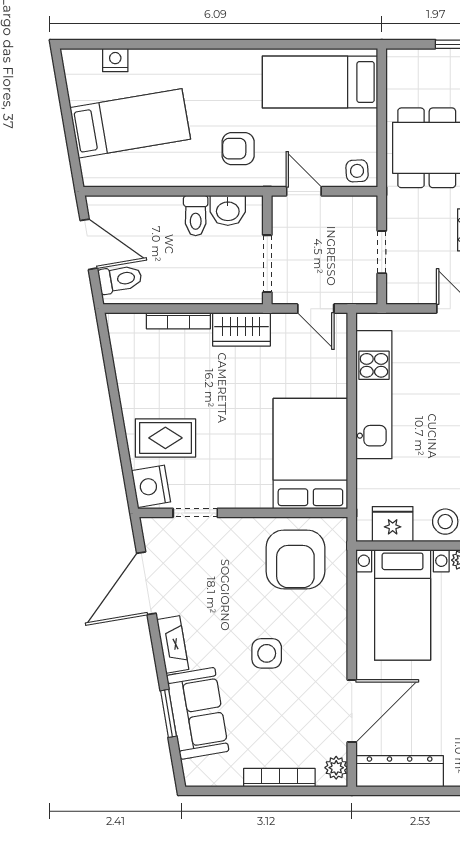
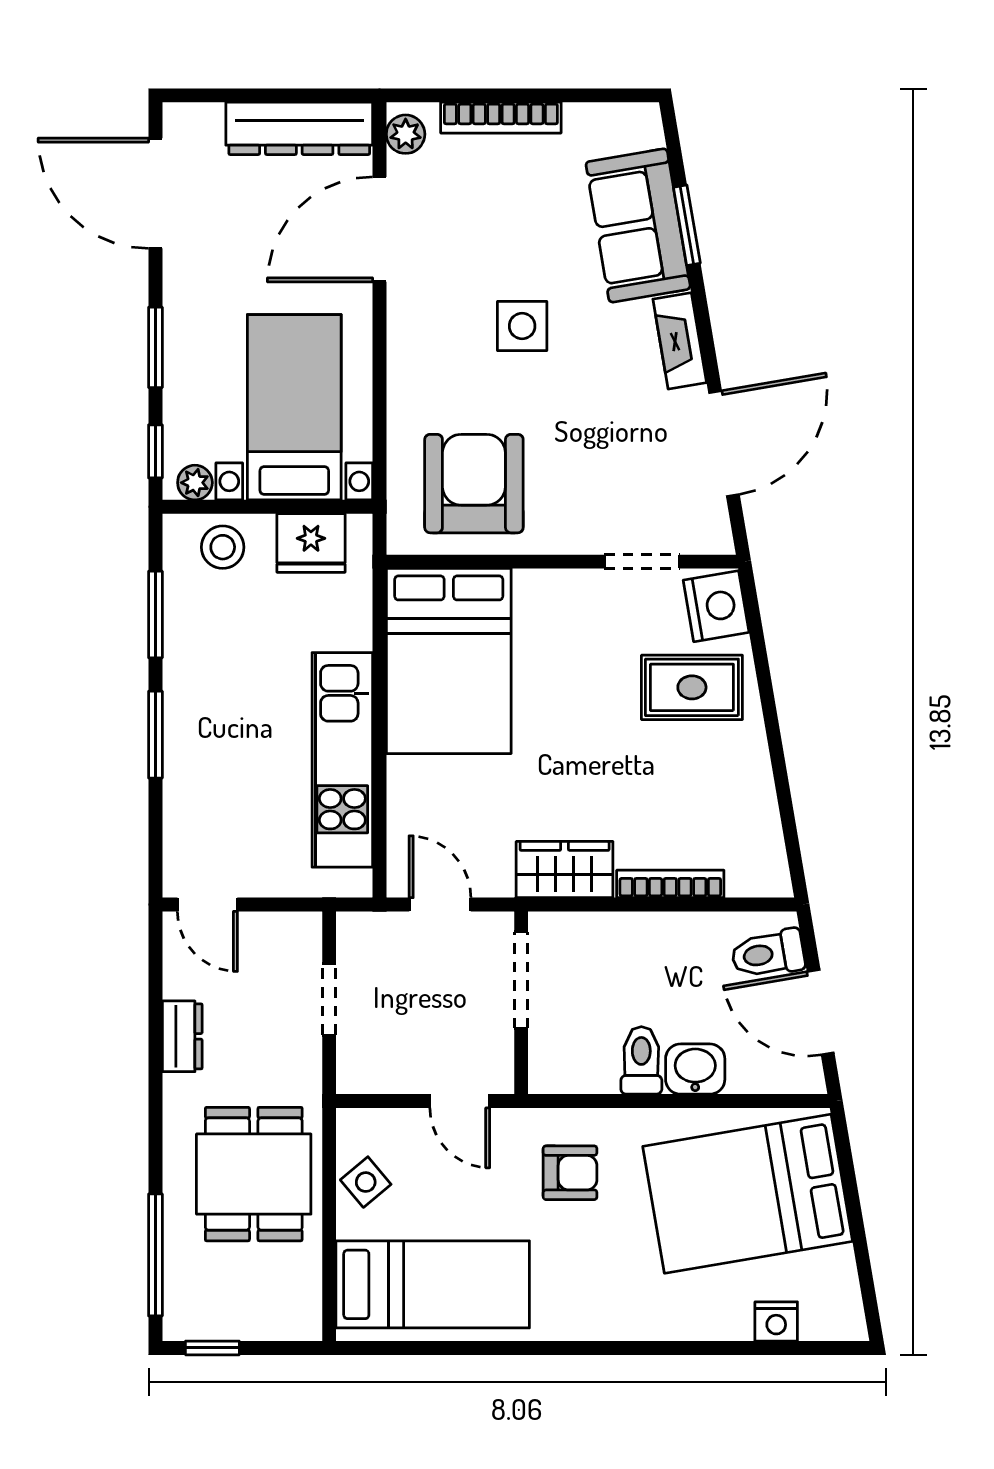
bed: (130, 123) -> (748, 1194), width x1.50
side table: (357, 171) -> (366, 1182), moved, turned -37
washbasin: (228, 210) -> (695, 1069), moved

